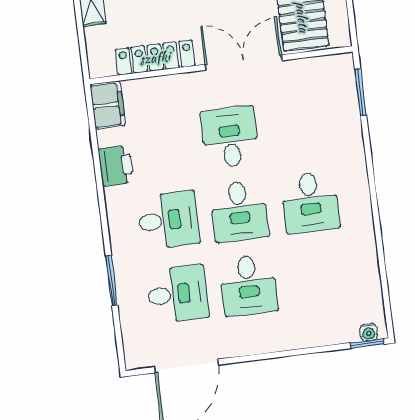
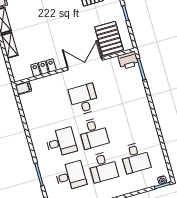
locker: (155, 58) -> (43, 68), width x0.66
filing cabinet: (108, 105) -> (23, 88), width x0.50
printer: (116, 166) -> (128, 60), moved, turned 90
desk: (310, 202) -> (135, 158), moved

